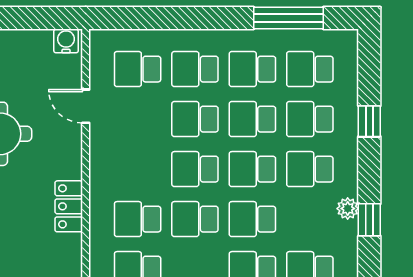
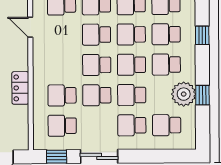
plant: (348, 209) -> (184, 94), width x1.88, depth x1.88

